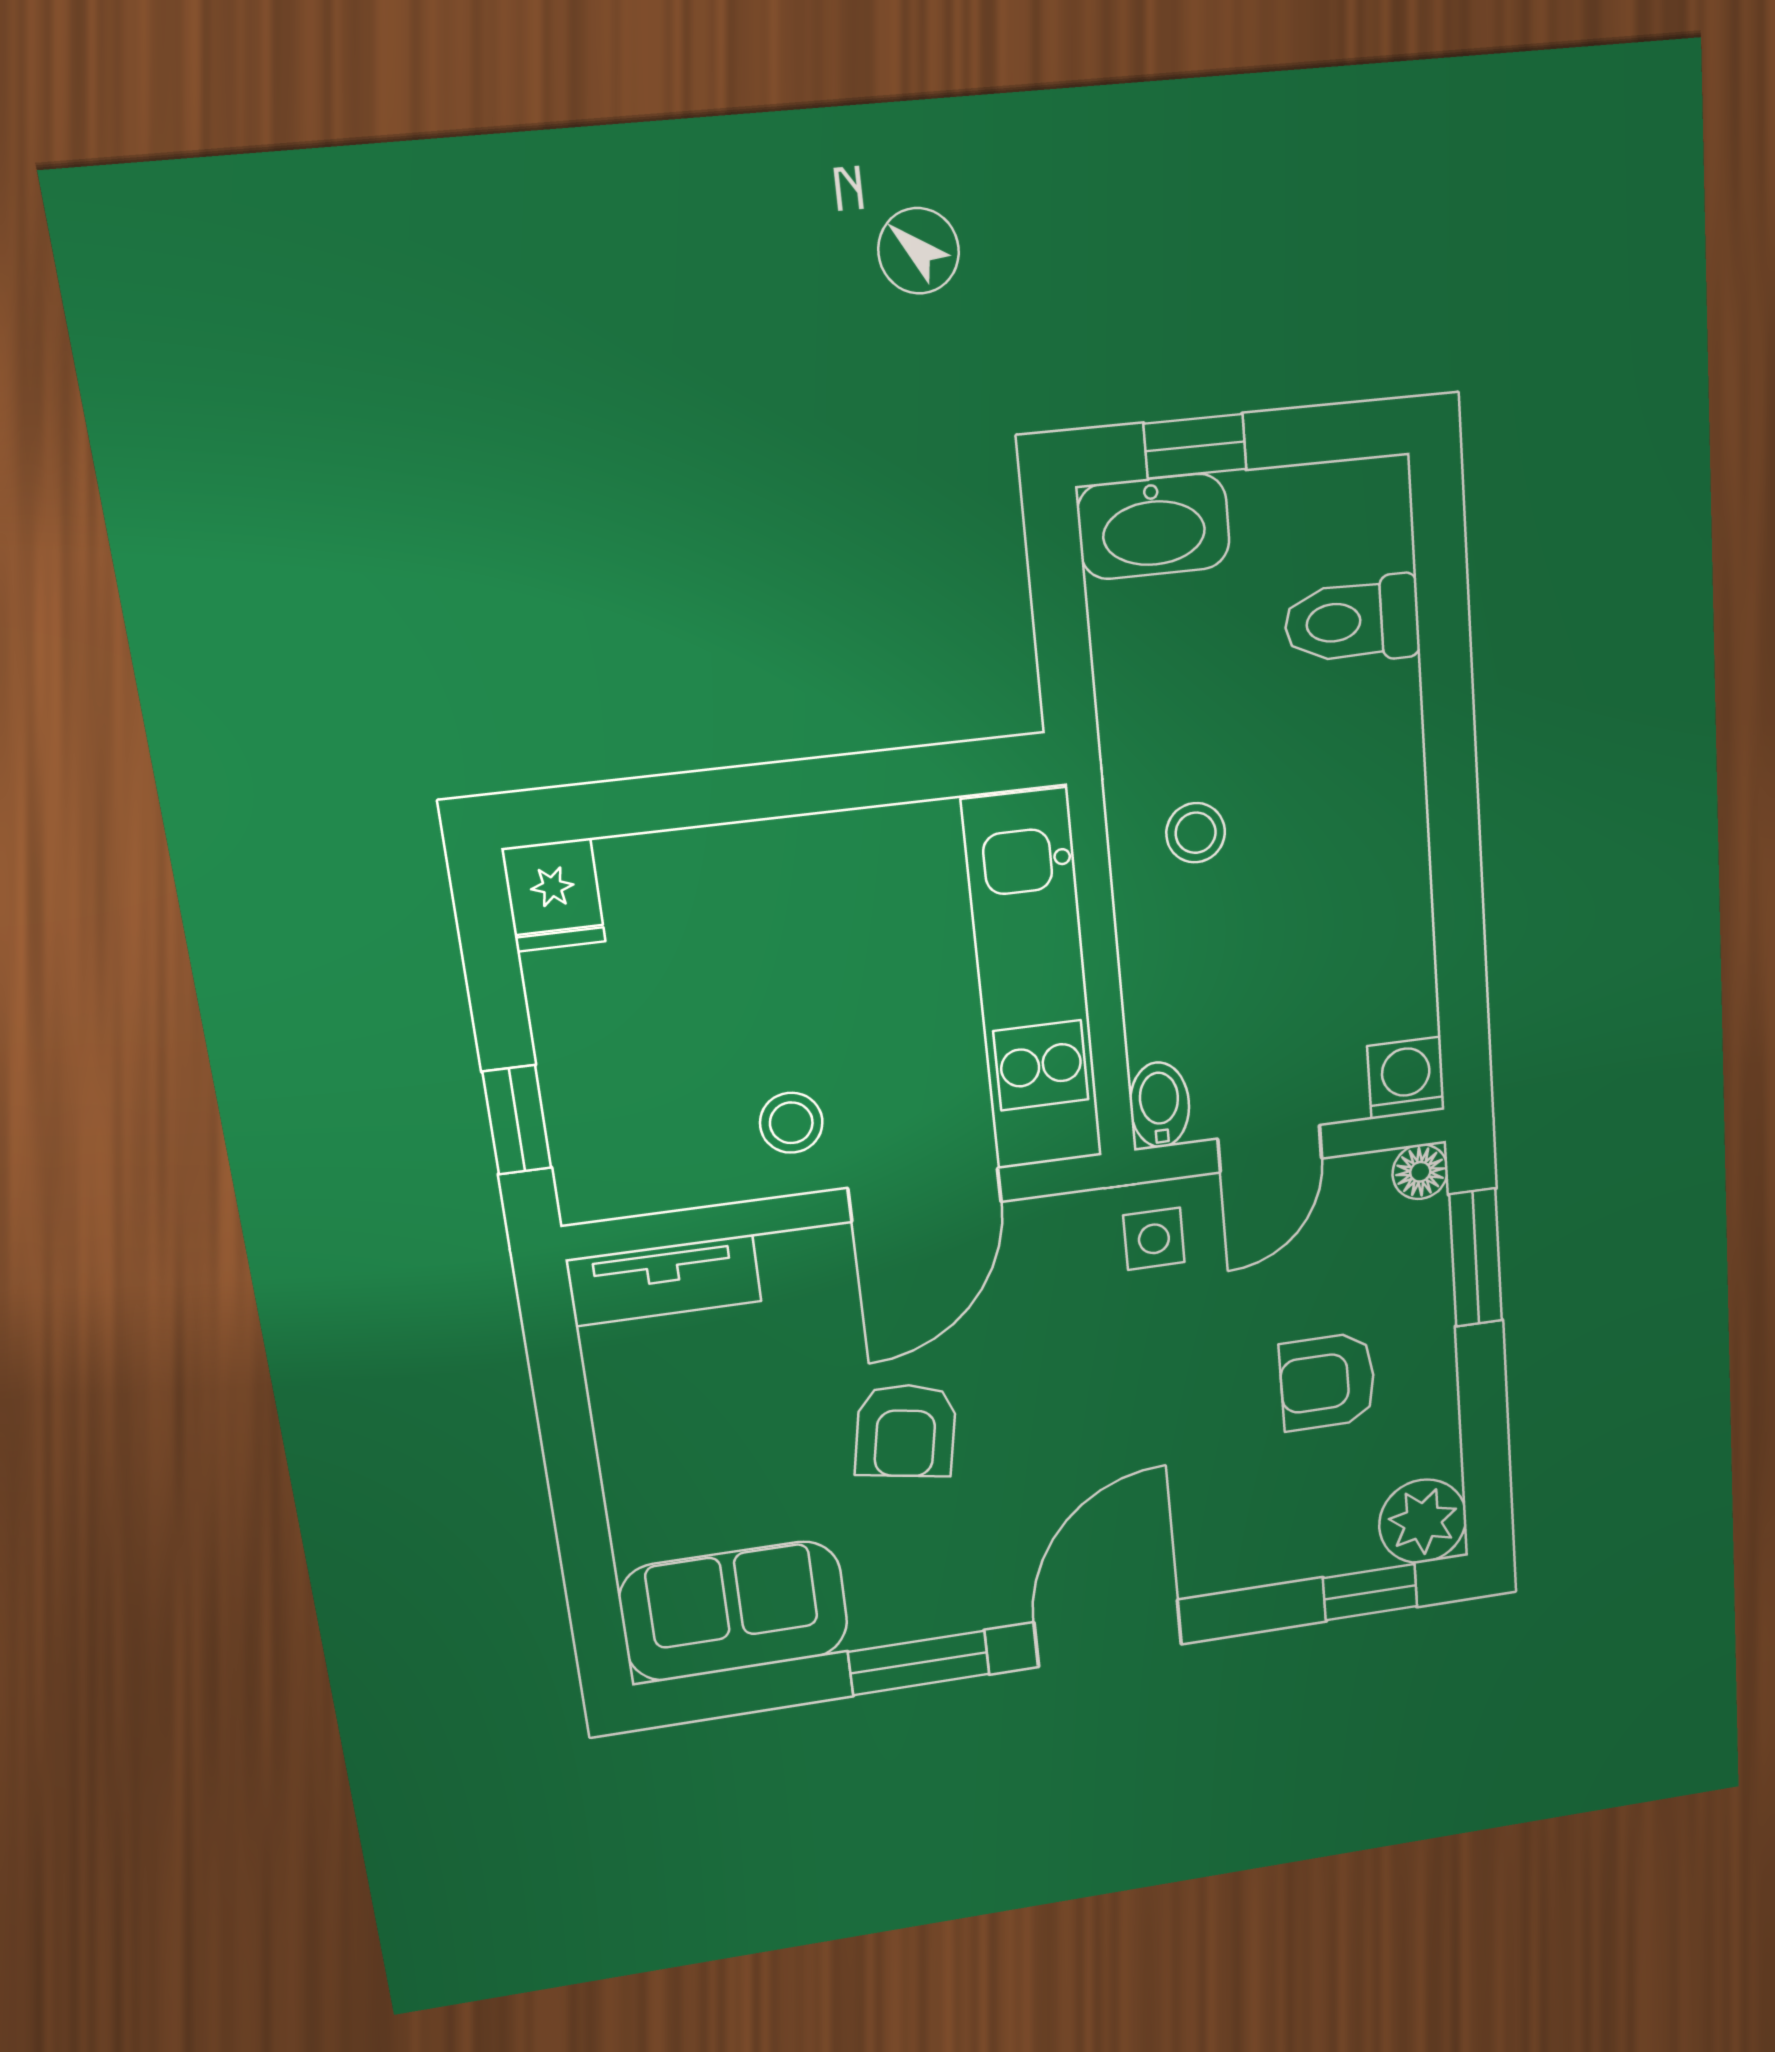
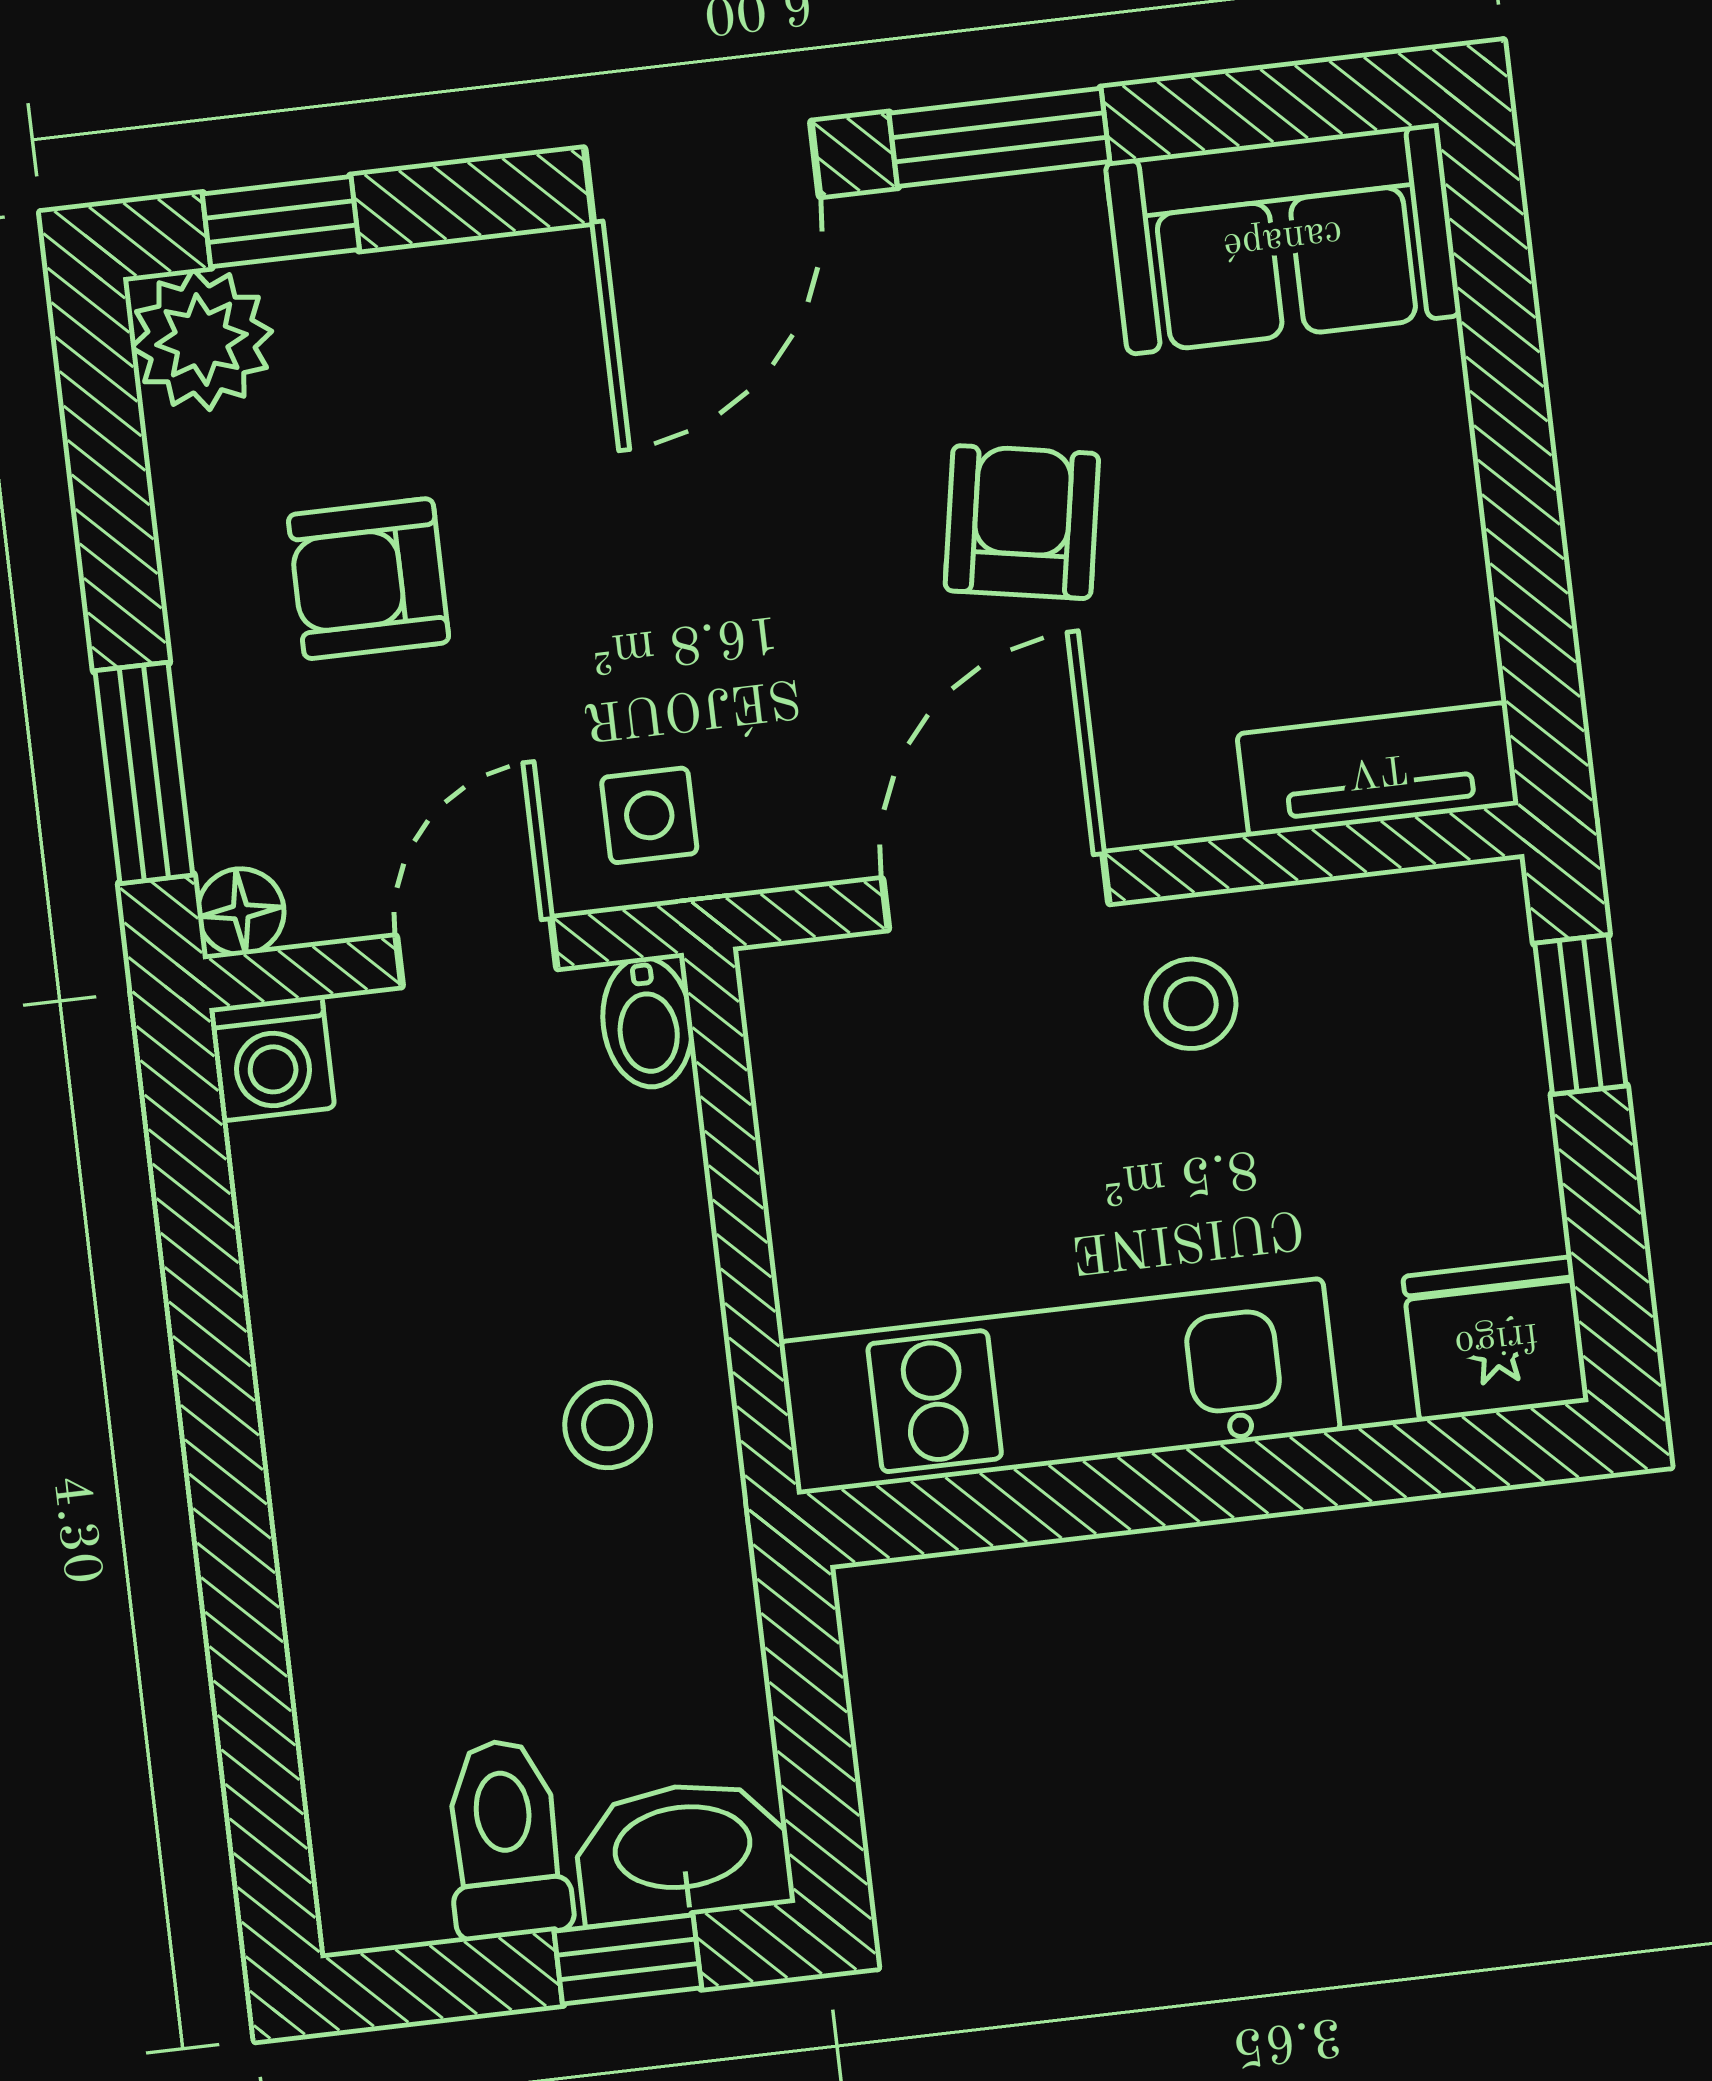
toilet: (1352, 621) -> (506, 1839), moved, turned -90
fridge: (553, 895) -> (1496, 1339), width x1.38
kitchen unit: (1033, 981) -> (1060, 1386), moved, turned -90
armchair: (1328, 1382) -> (369, 579), turned 180

